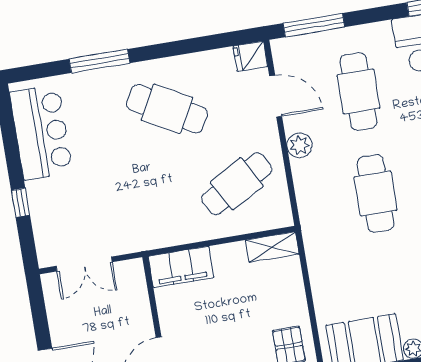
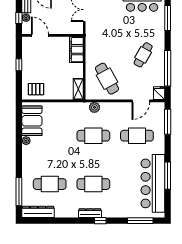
window: (189, 46) -> (168, 68), added
window: (99, 61) -> (168, 18), moved
cafe table: (167, 109) -> (143, 55), width x0.73, depth x0.74
plant: (299, 145) -> (94, 107), moved

